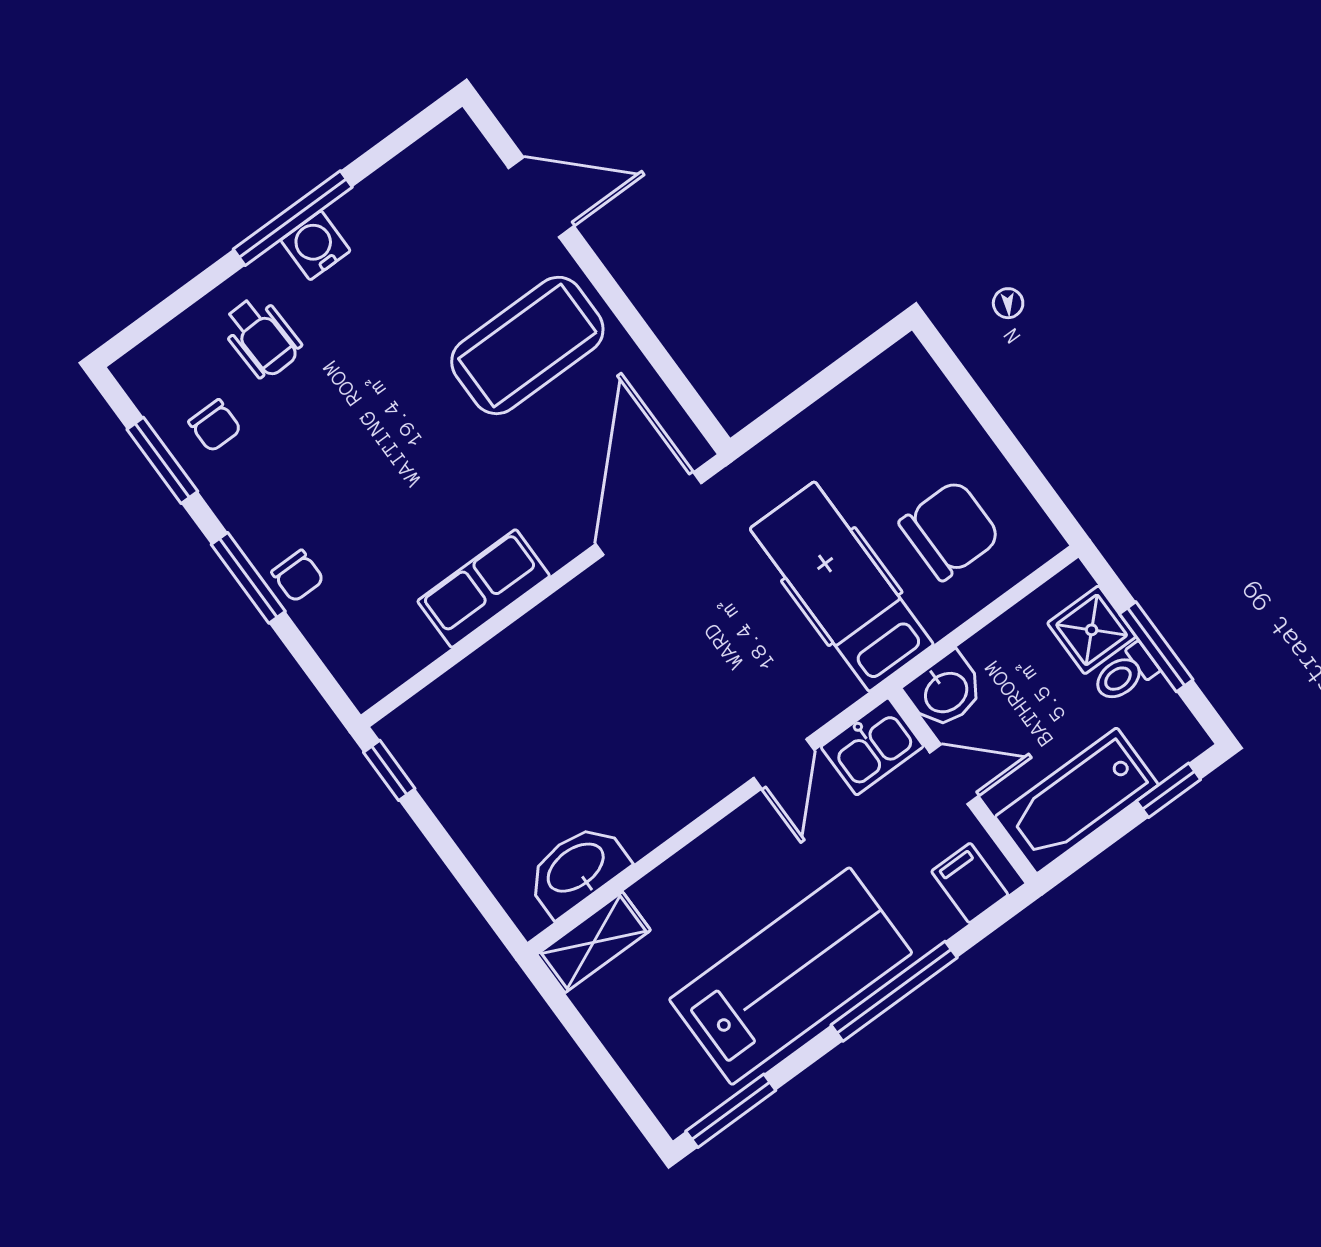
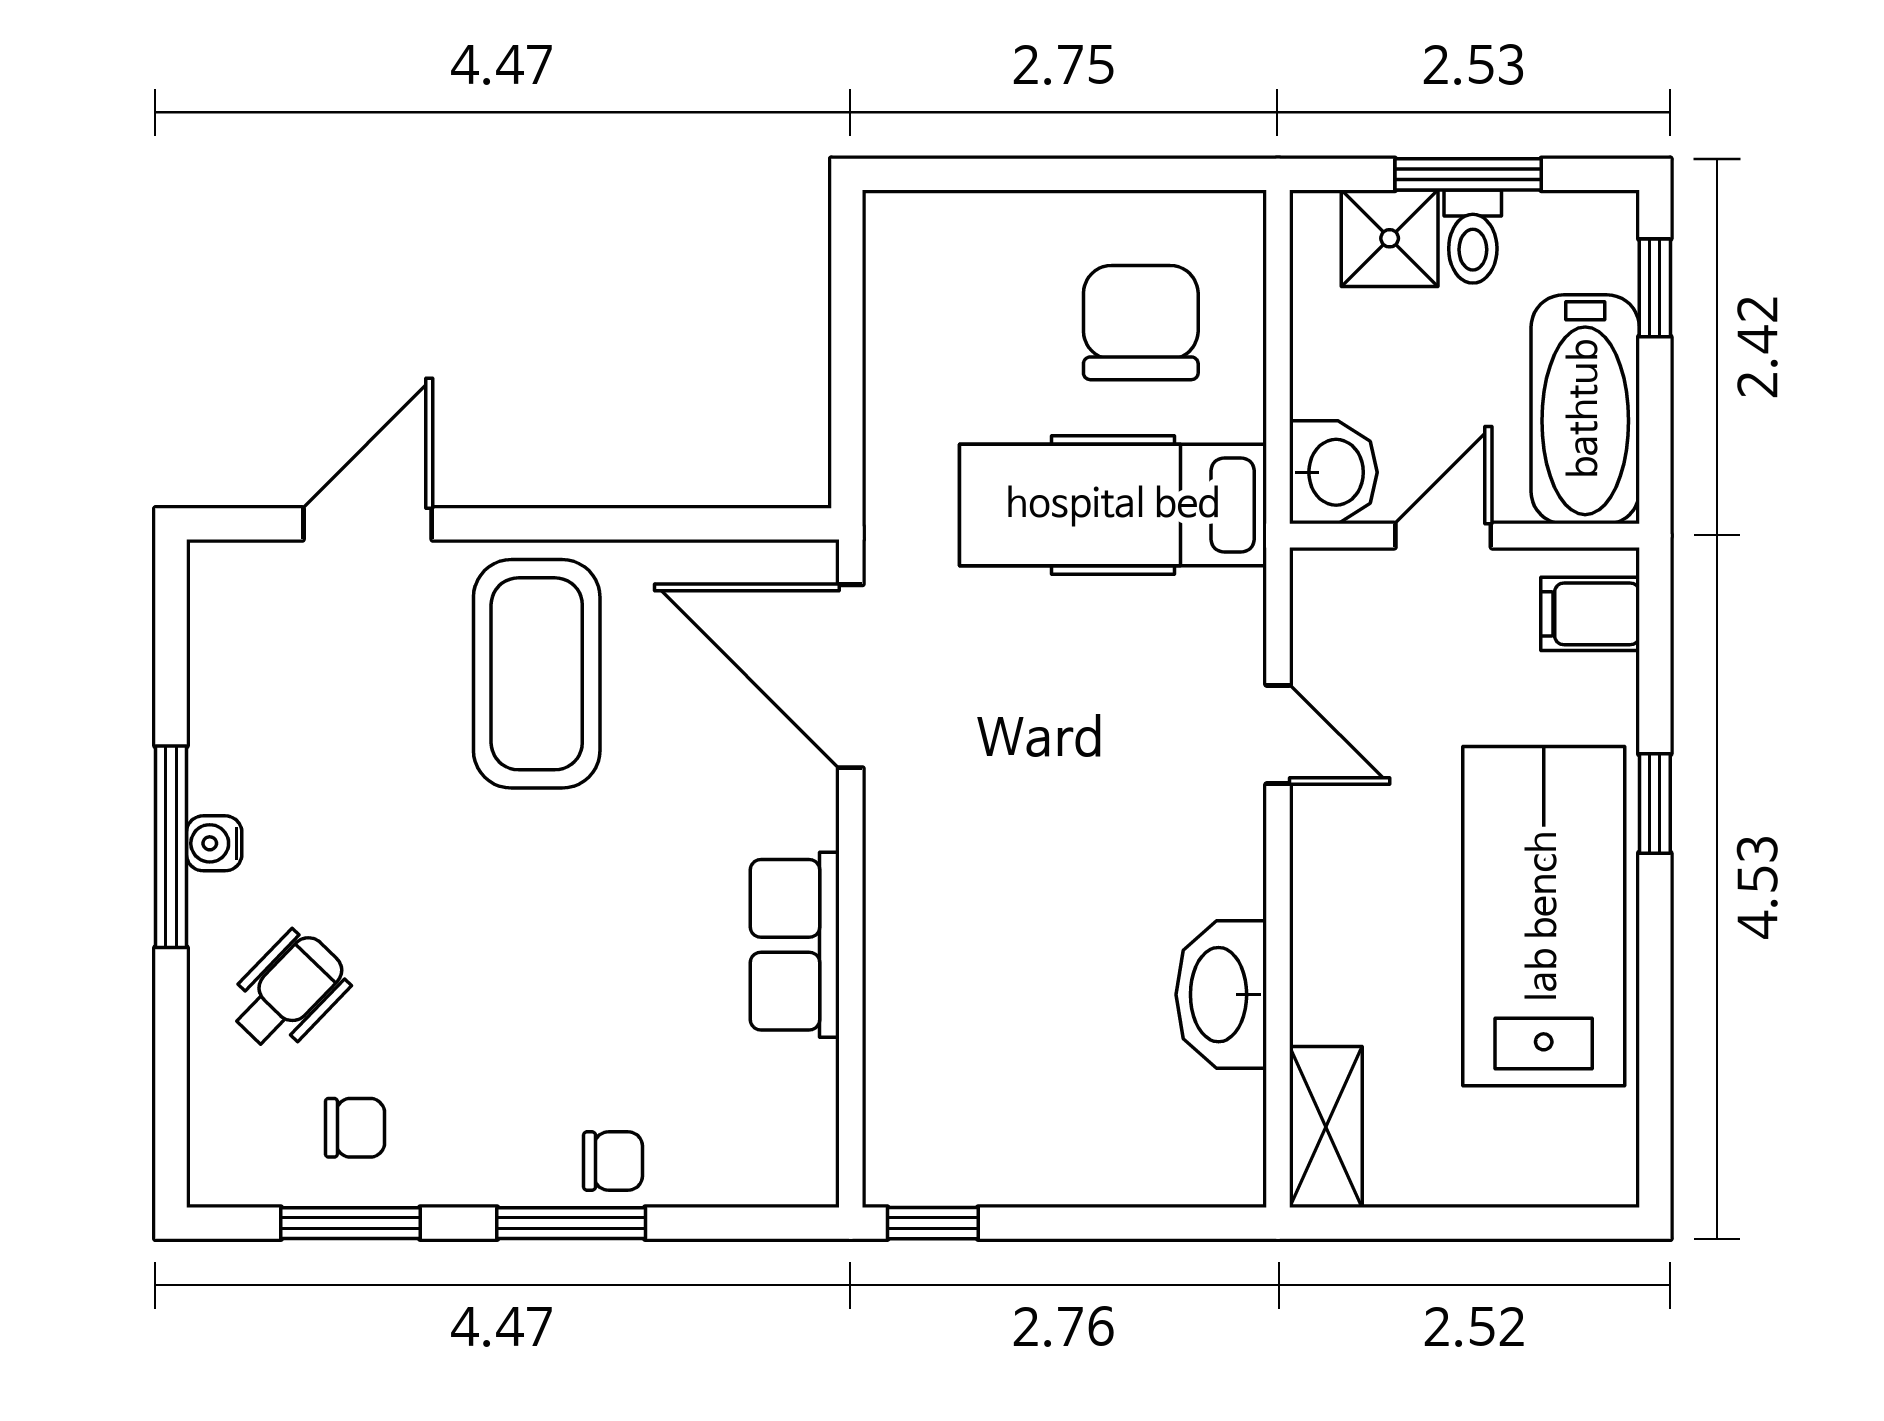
water cooler: (316, 245) -> (214, 843), width x0.72, depth x0.72
wheelchair: (261, 337) -> (288, 992), turned -44
kitchen sink: (872, 746) -> (1336, 611), removed
washbasin: (577, 869) -> (1221, 995), moved
window: (894, 991) -> (1655, 803), width x0.46
window: (731, 1111) -> (1655, 1110), removed

